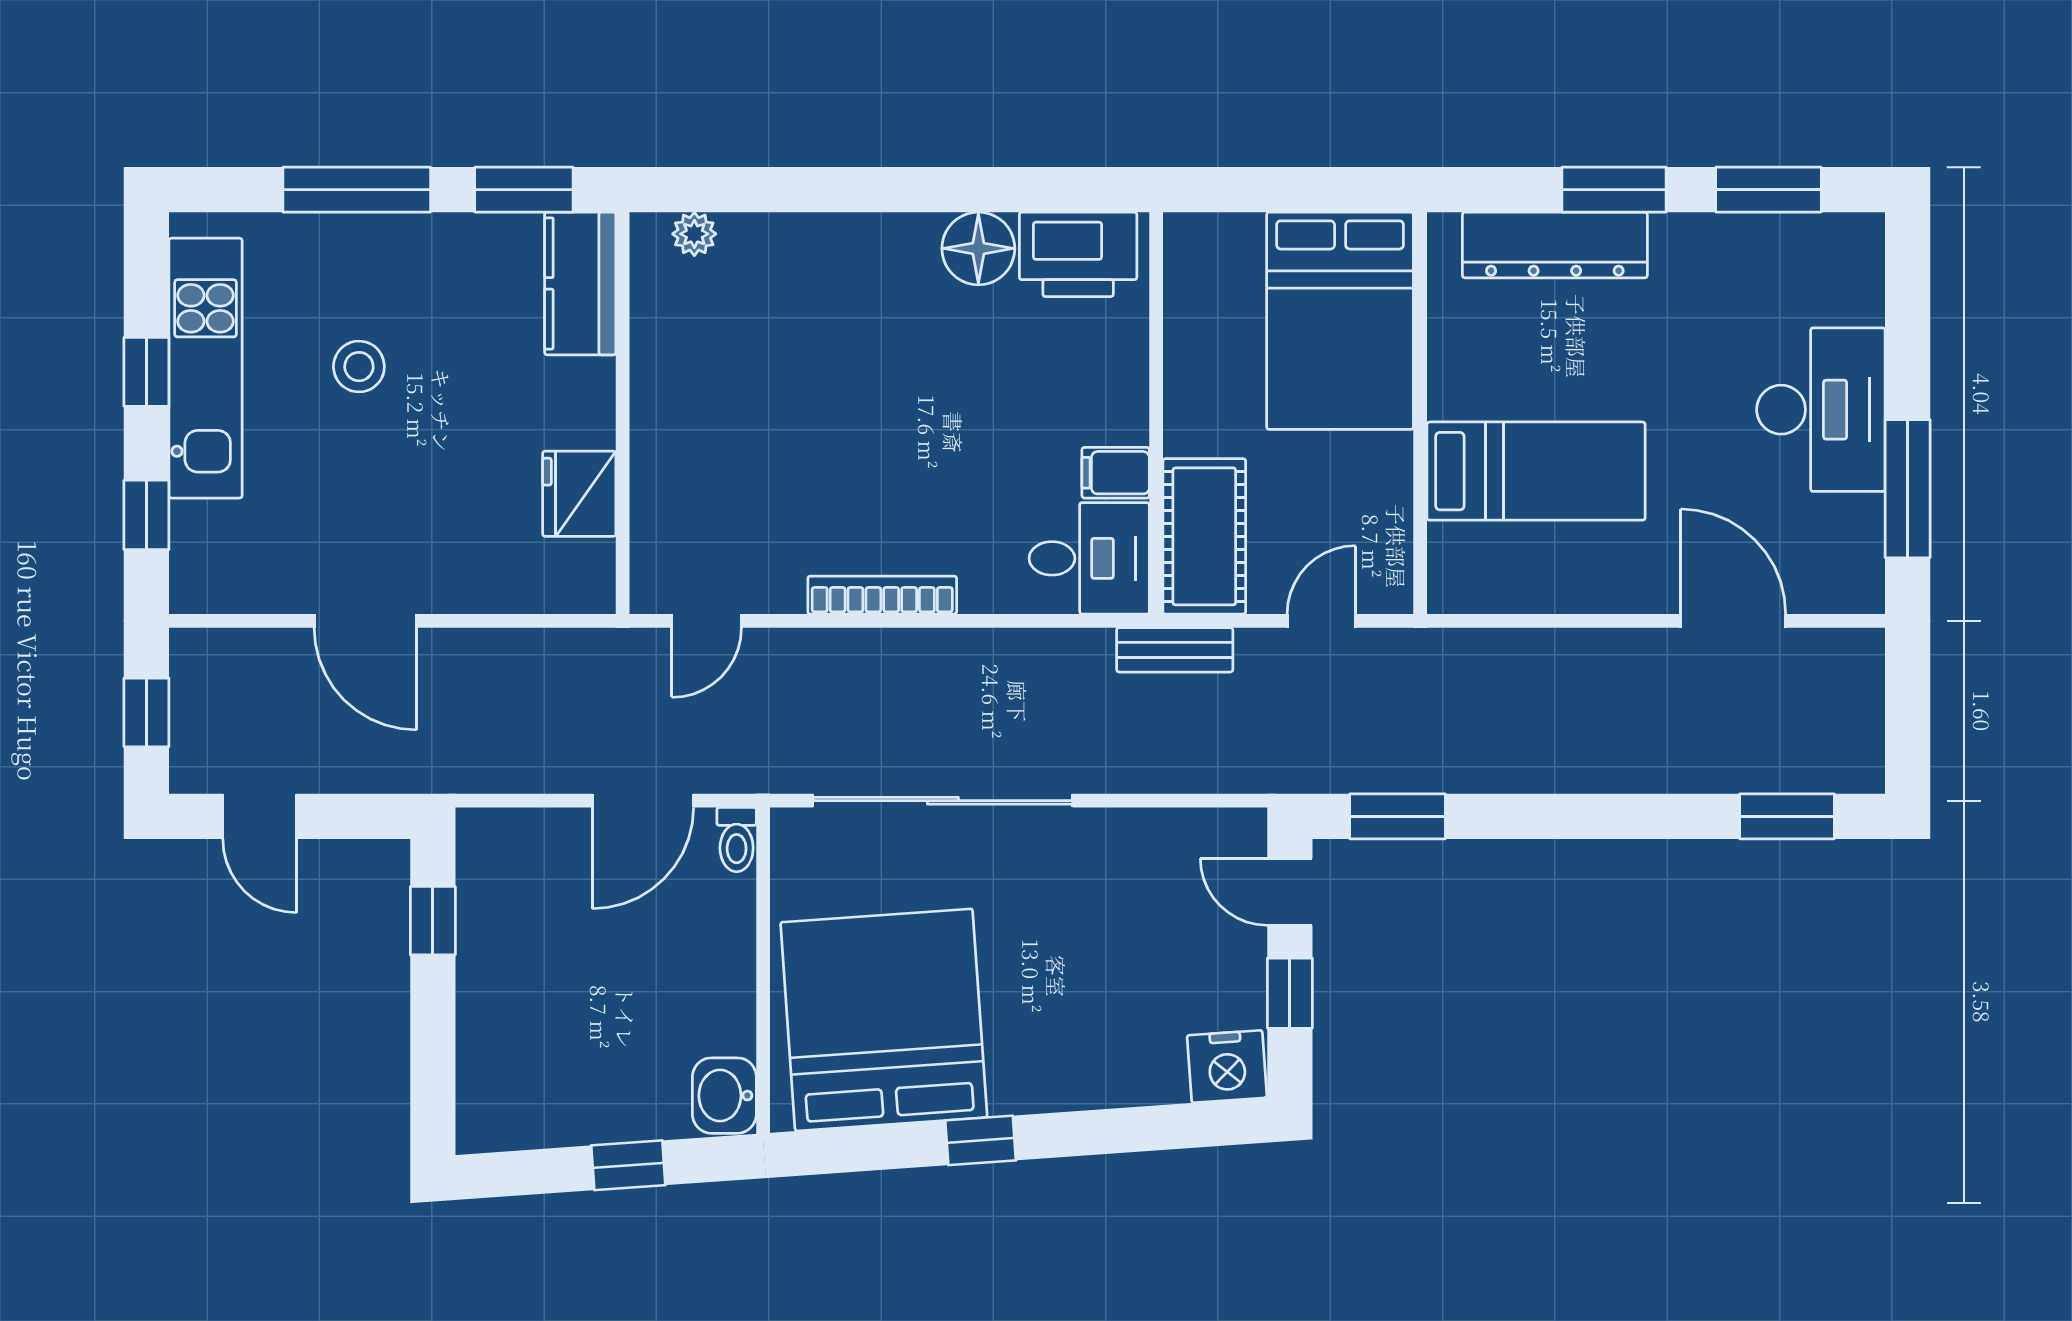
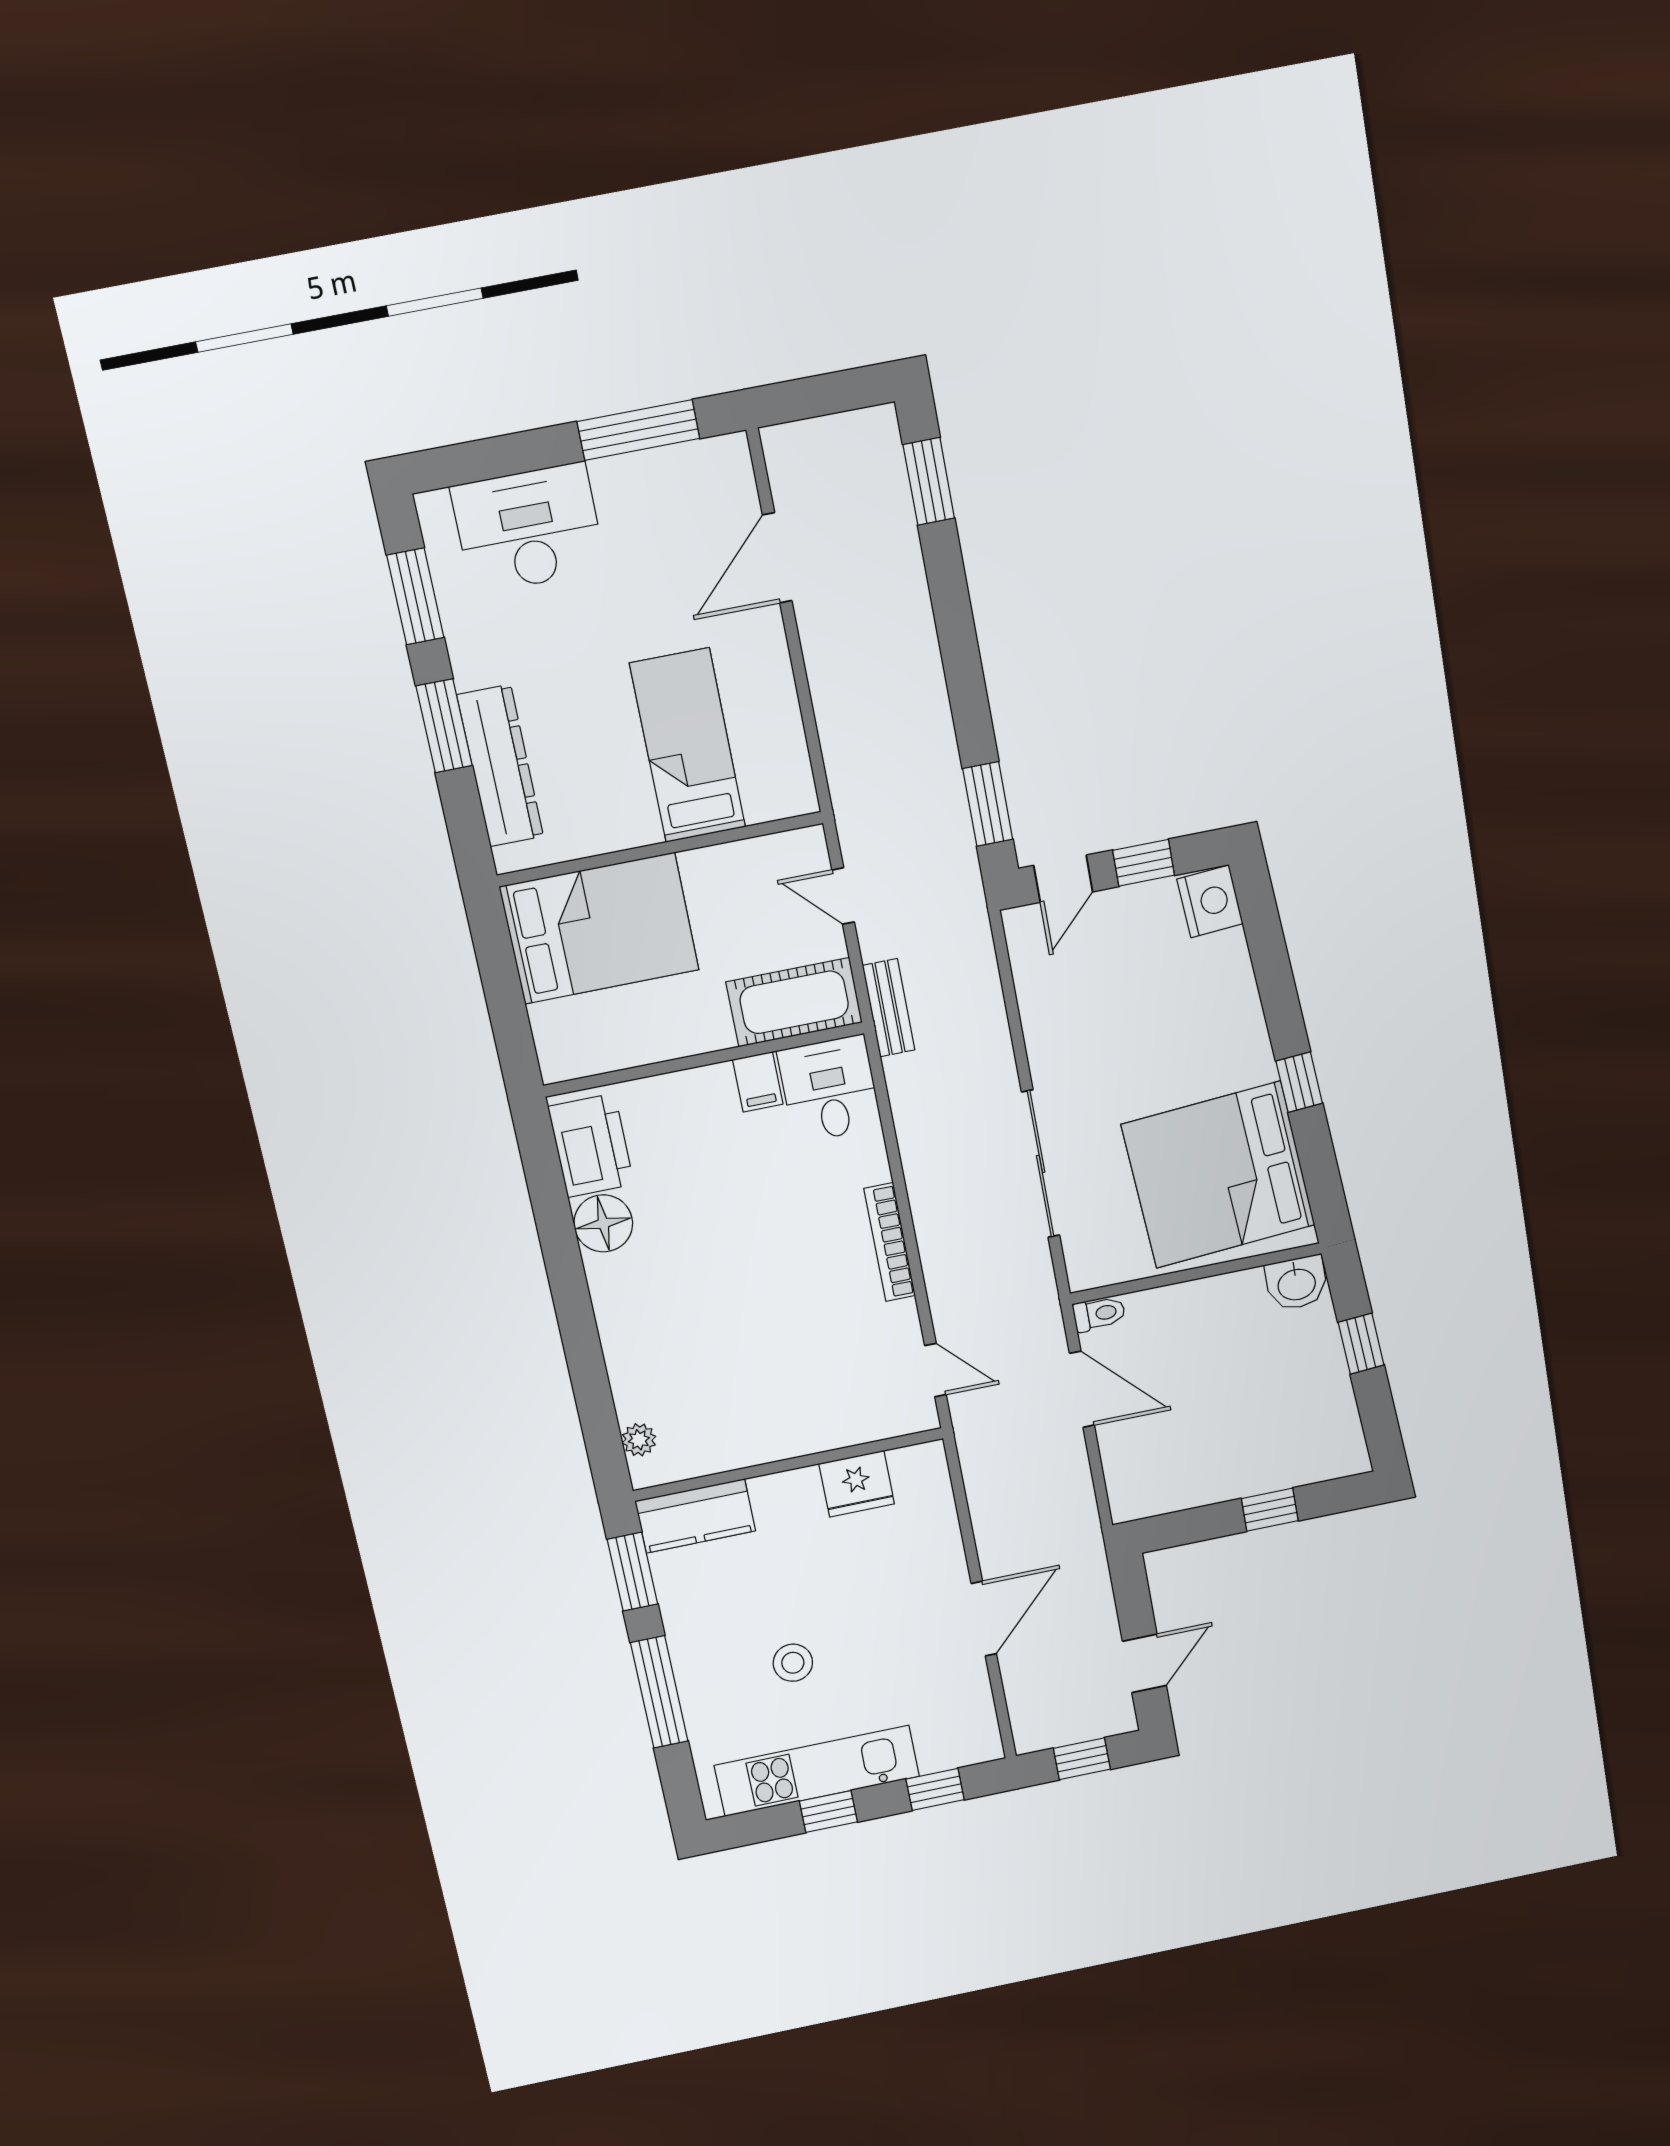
desk: (1821, 410) -> (528, 528), moved
sliding door: (943, 801) -> (1041, 1164), width x0.73
window: (433, 921) -> (1270, 1510), moved

